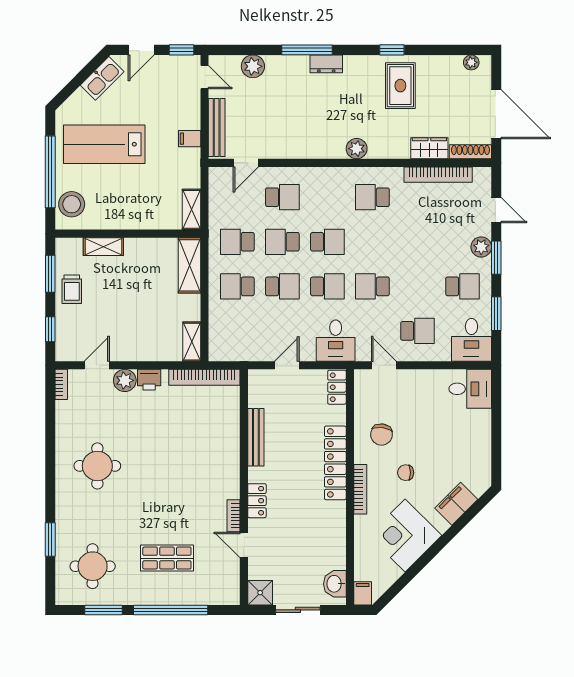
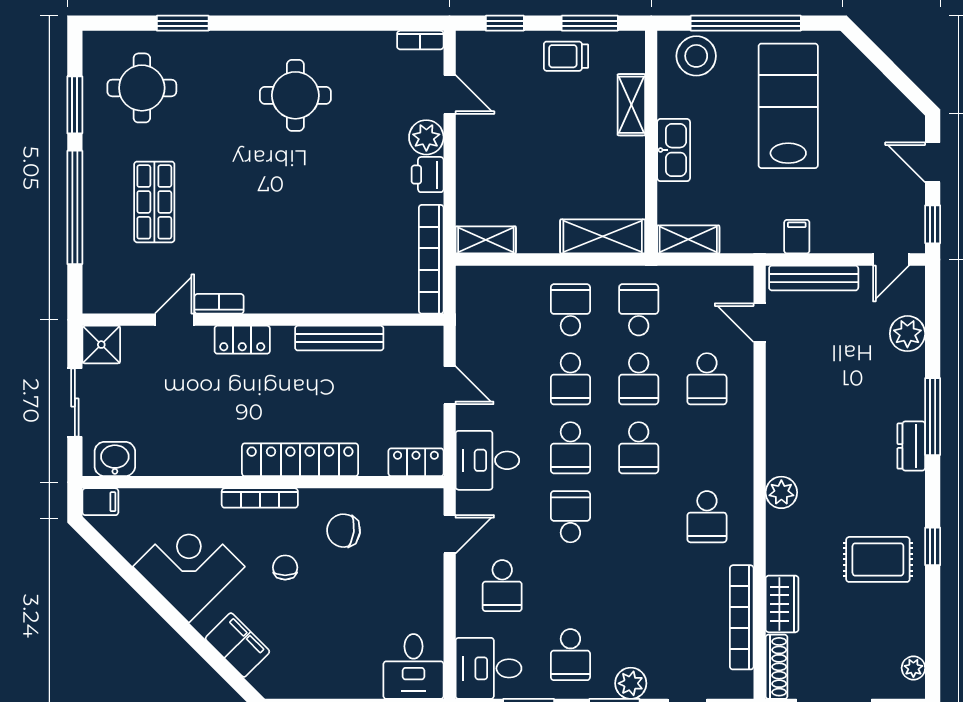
kitchen sink: (102, 78) -> (674, 150), moved, turned -135
school desk: (372, 197) -> (707, 517), turned 180
school desk: (282, 242) -> (639, 379), turned 180

